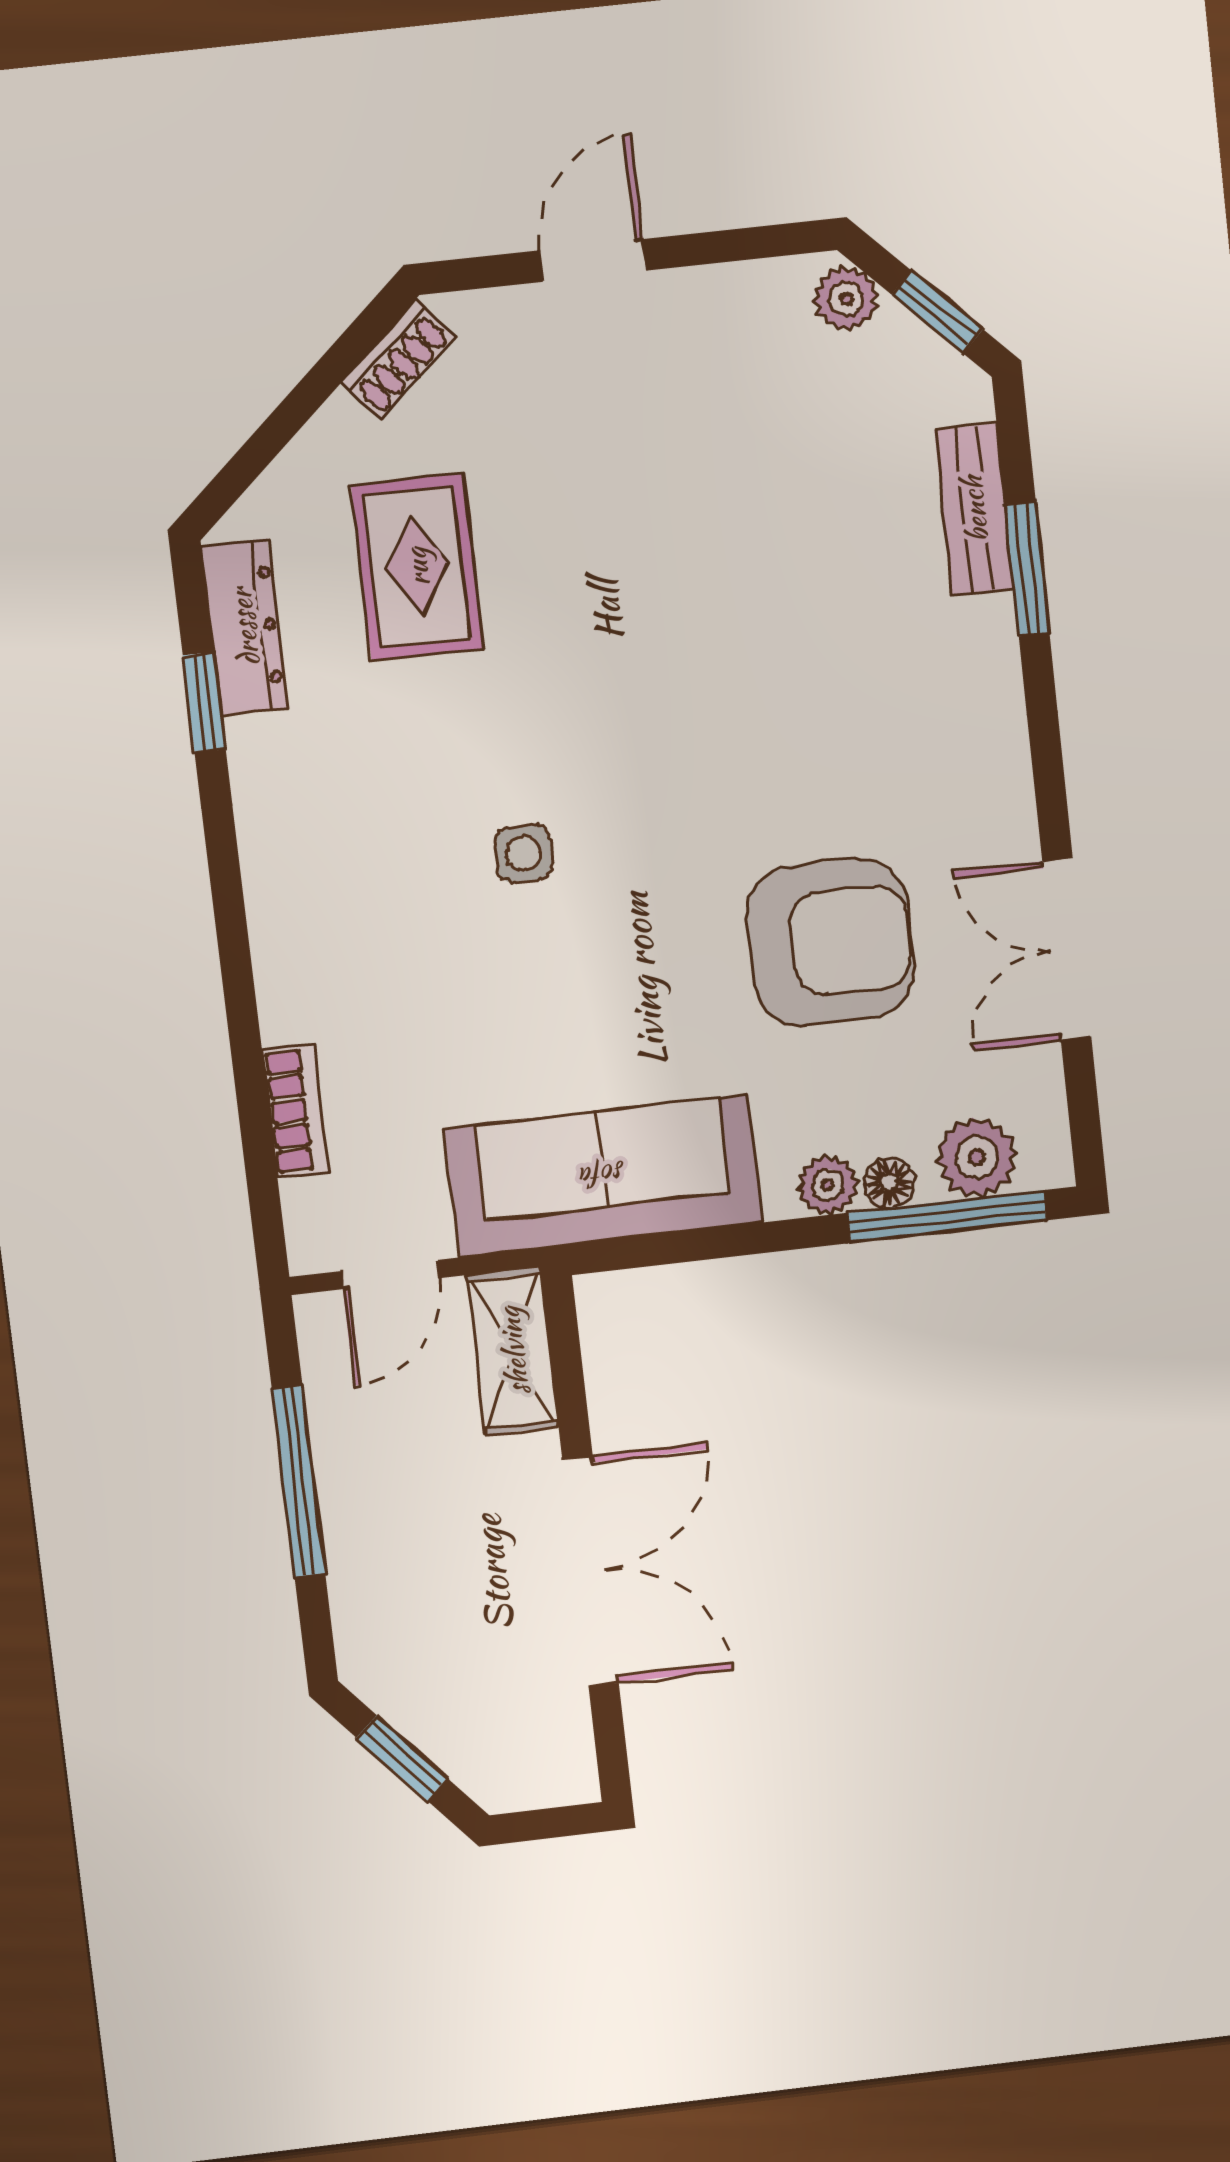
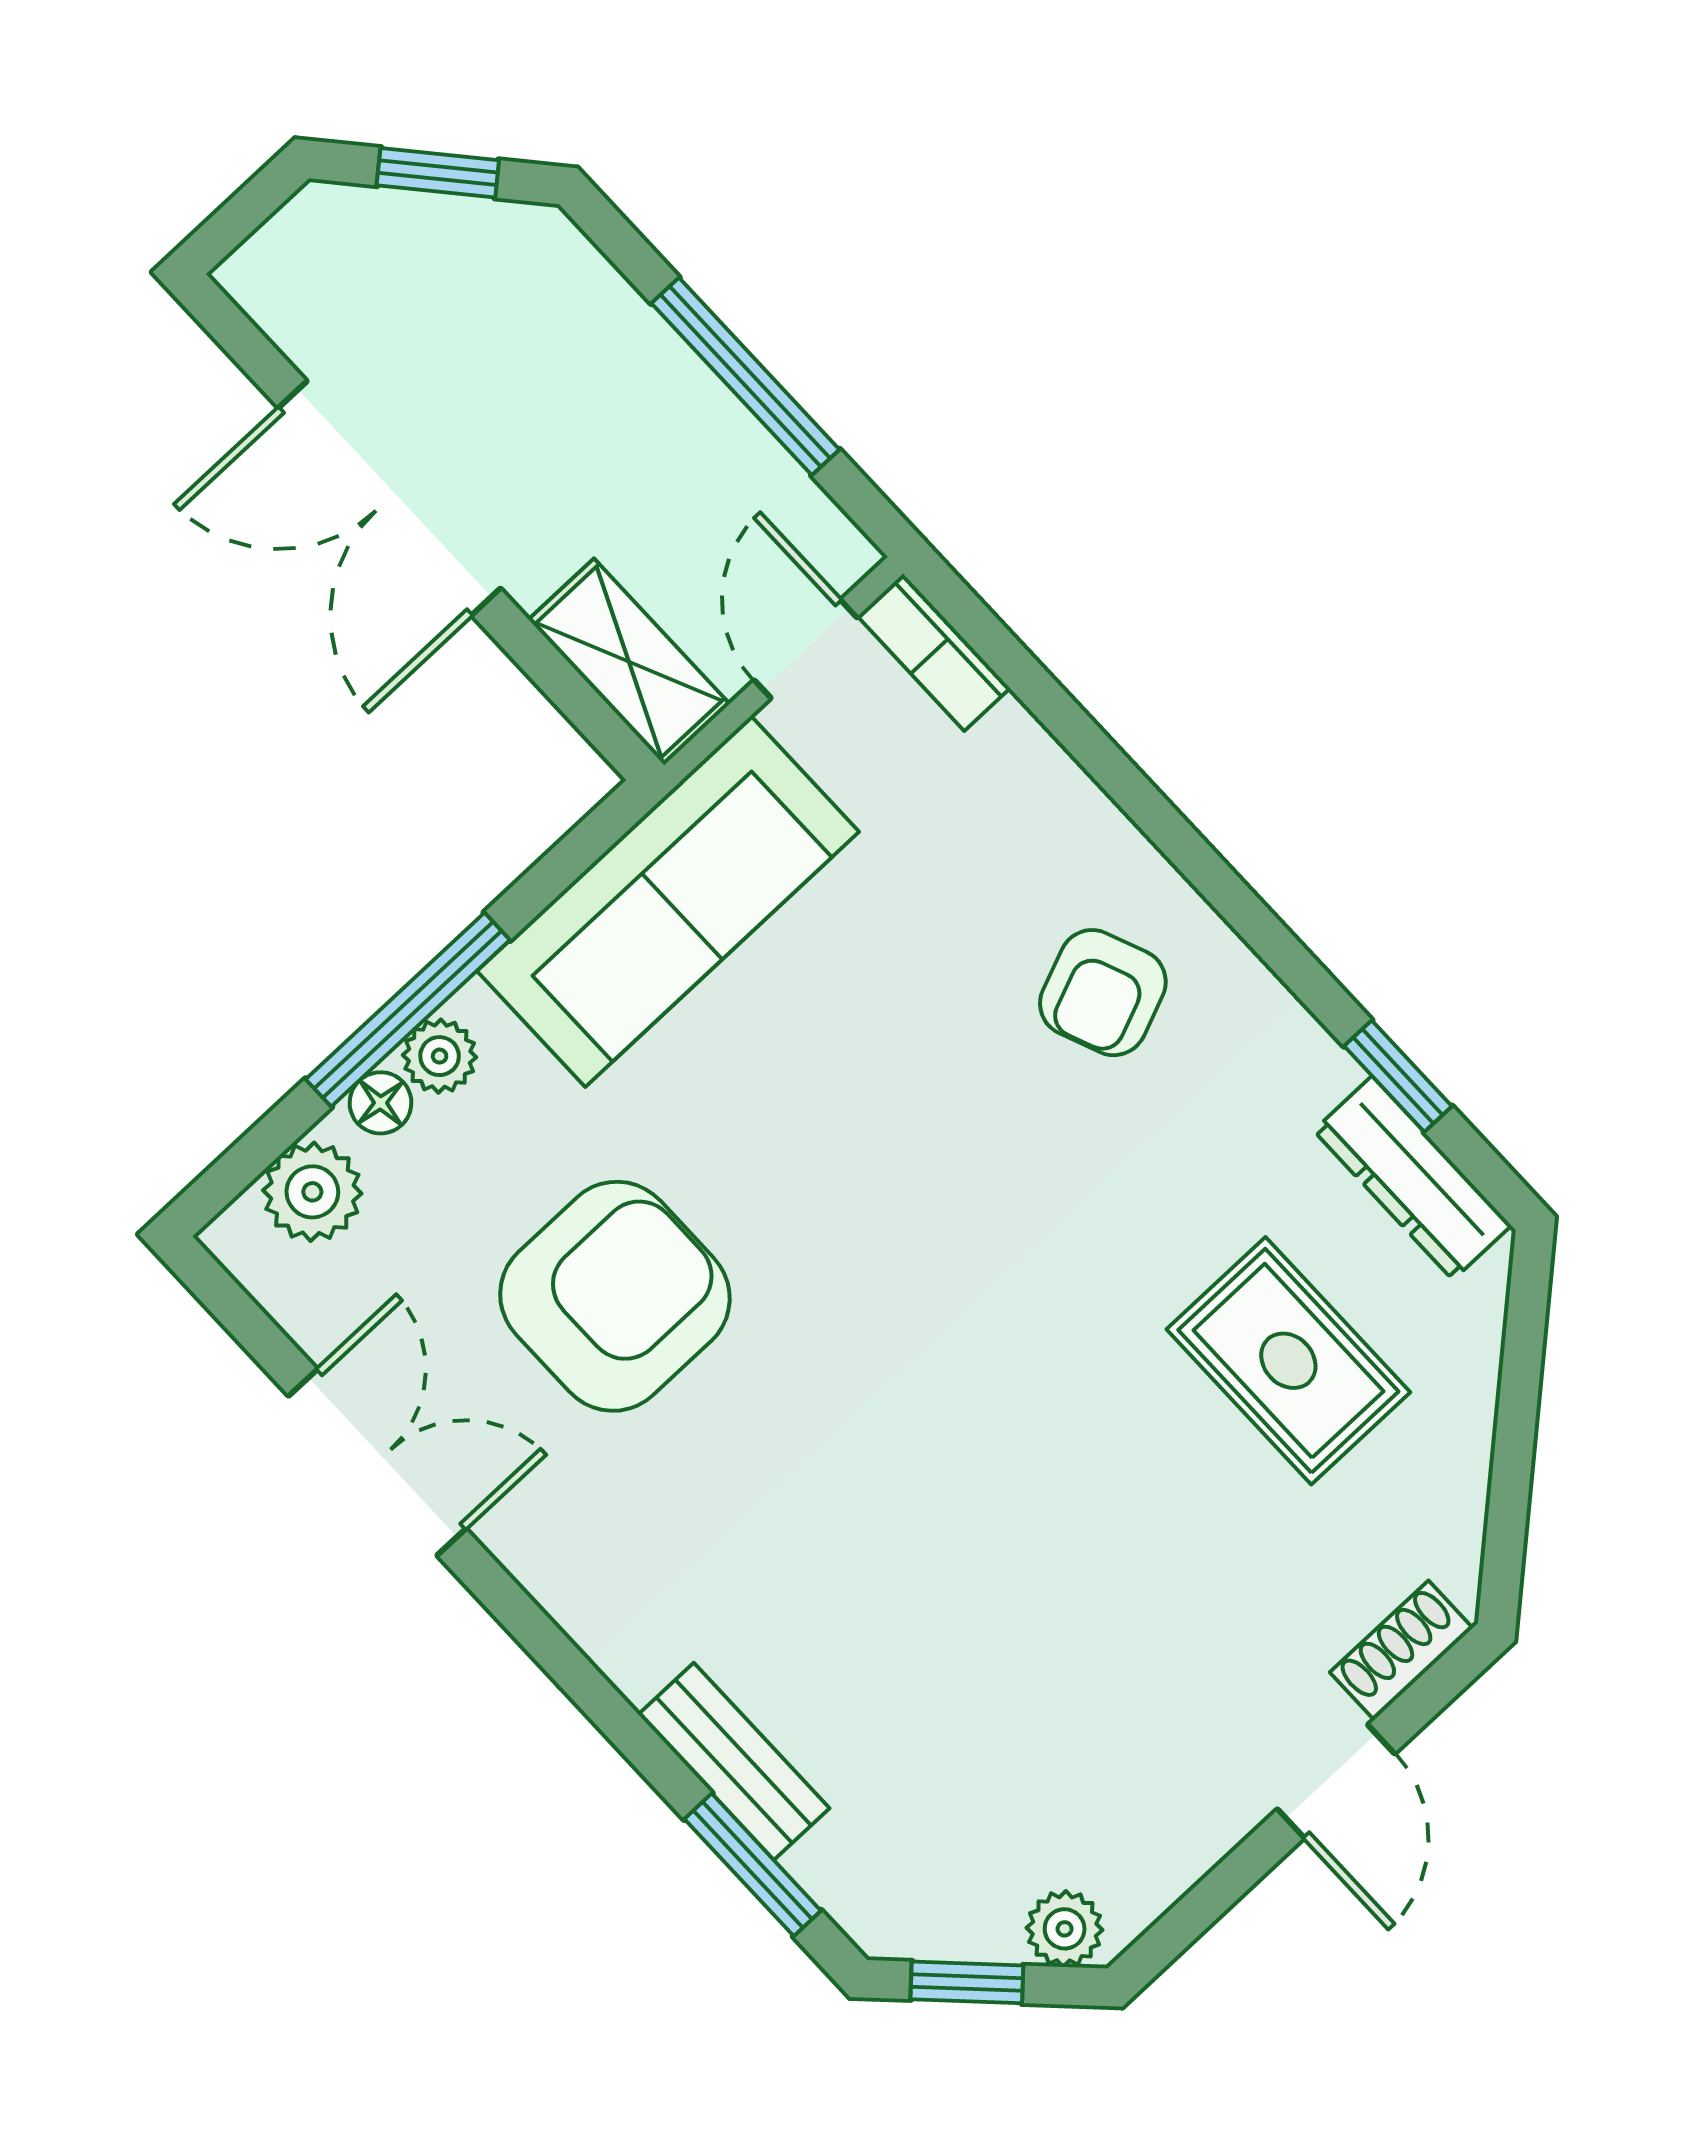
shoe rack: (398, 360) -> (1401, 1650), moved, turned 42
bench: (974, 509) -> (734, 1761), moved
window: (1027, 569) -> (753, 1865), moved
side table: (524, 854) -> (980, 1160), removed
armchair: (361, 904) -> (1103, 993), added
armchair: (831, 942) -> (615, 1296), turned 180
bookcase: (295, 1111) -> (934, 652), moved
window: (946, 1217) -> (408, 1010), moved

